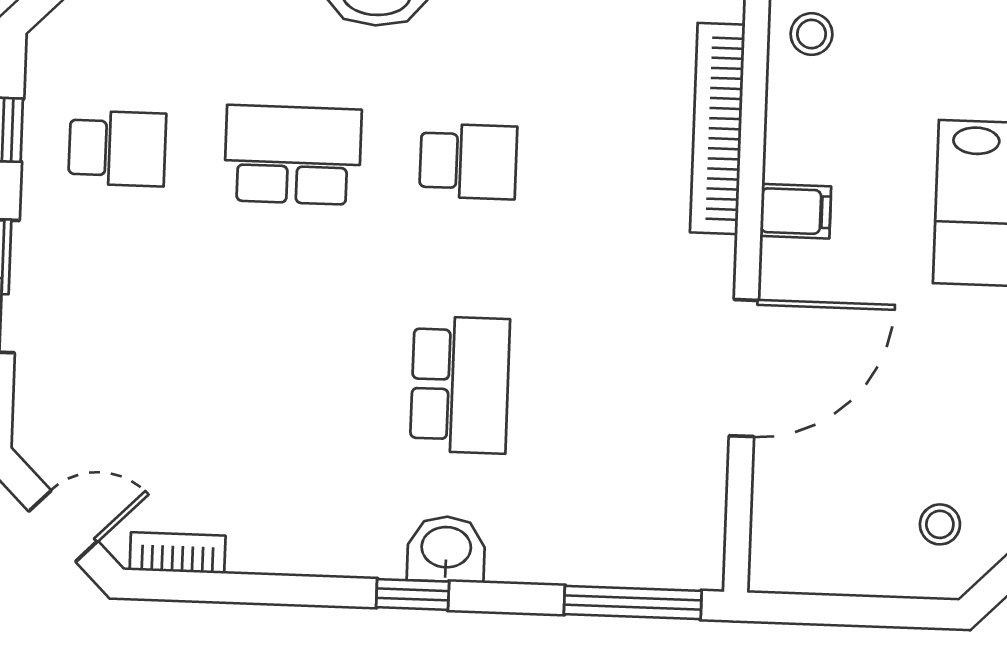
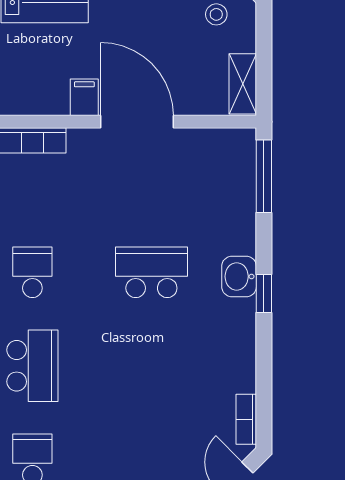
school desk: (293, 155) -> (32, 366), turned 180
filing cabinet: (796, 211) -> (84, 97), moved
shelving: (808, 569) -> (243, 84), added

